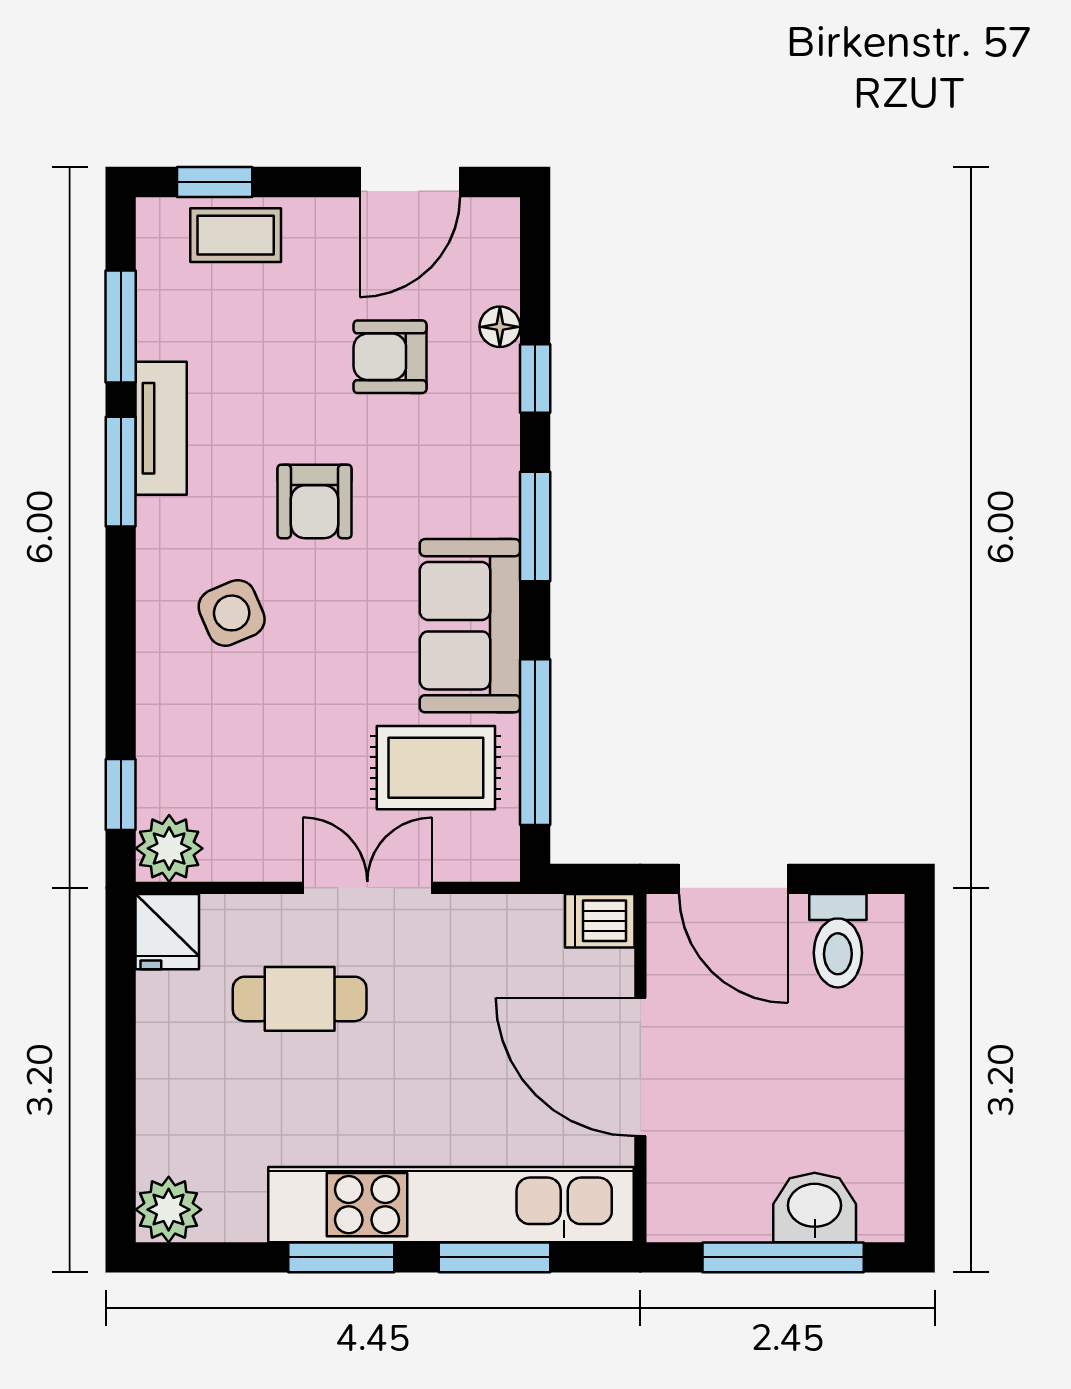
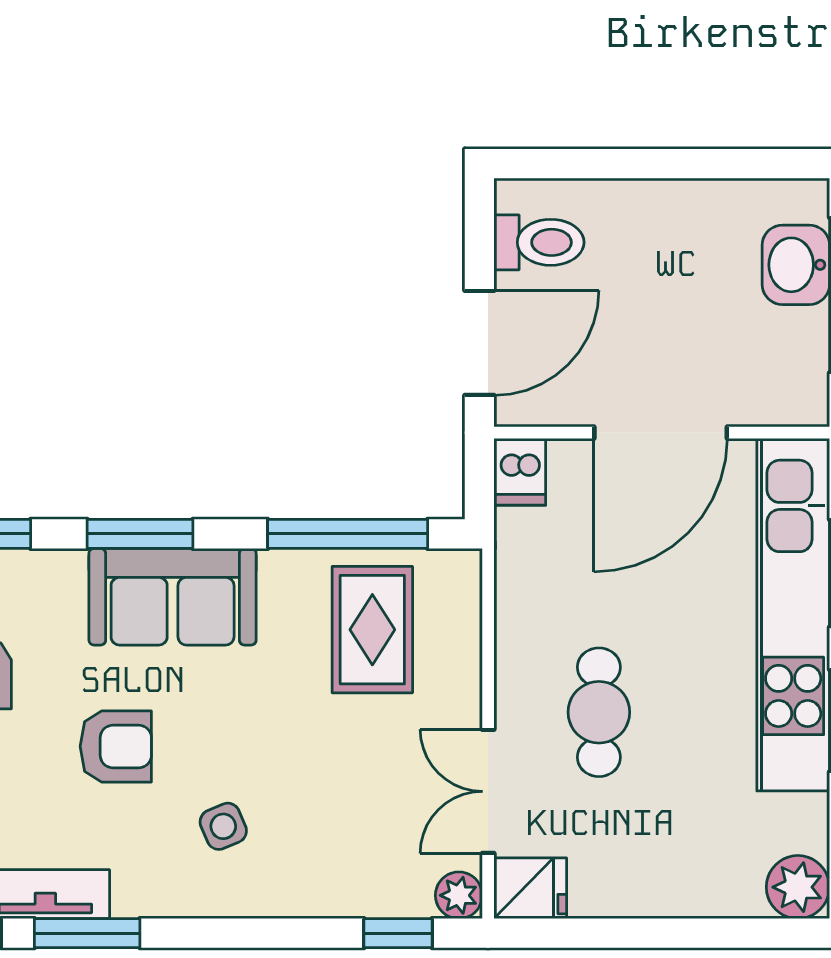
side table: (232, 613) -> (223, 826), width x0.73, depth x0.73
sofa: (470, 626) -> (173, 597), moved
plant: (169, 848) -> (459, 895), width x0.73, depth x0.73
double door: (367, 888) -> (488, 791), moved
cafe table: (300, 999) -> (599, 712), moved

